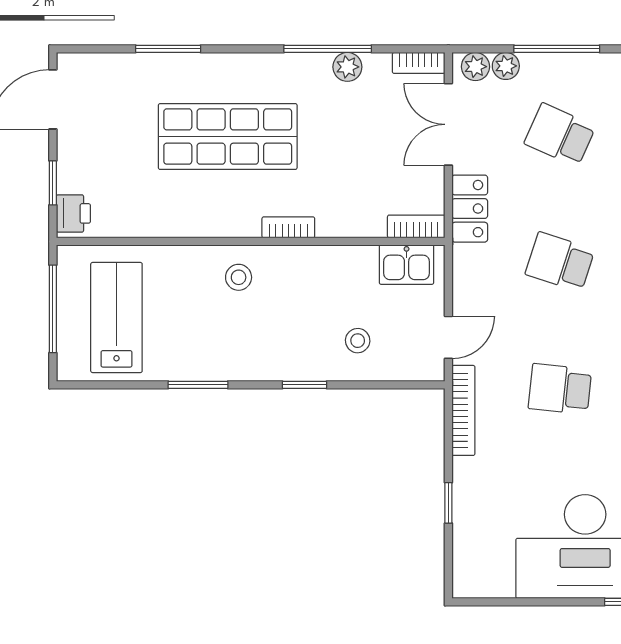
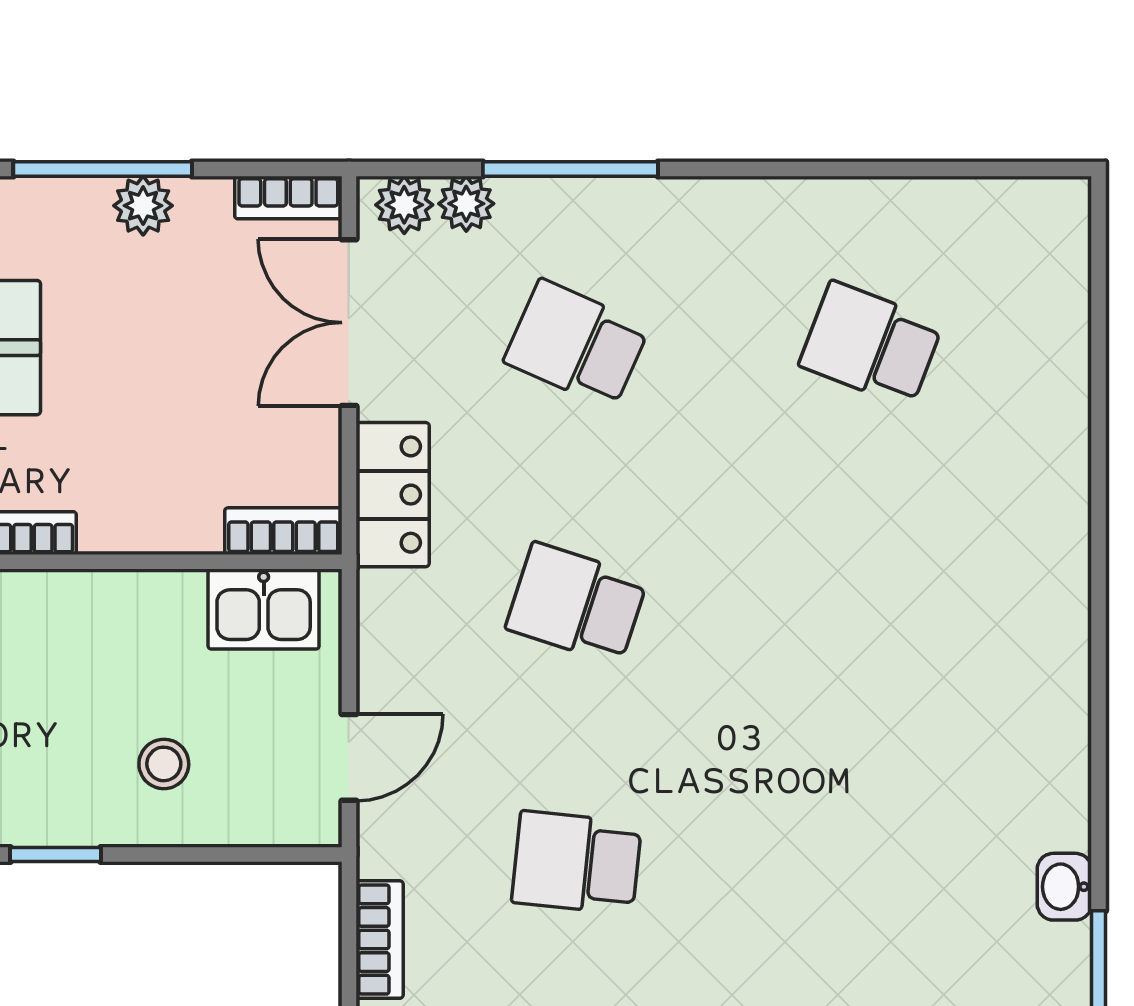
bookcase: (463, 410) -> (380, 940), width x0.64

